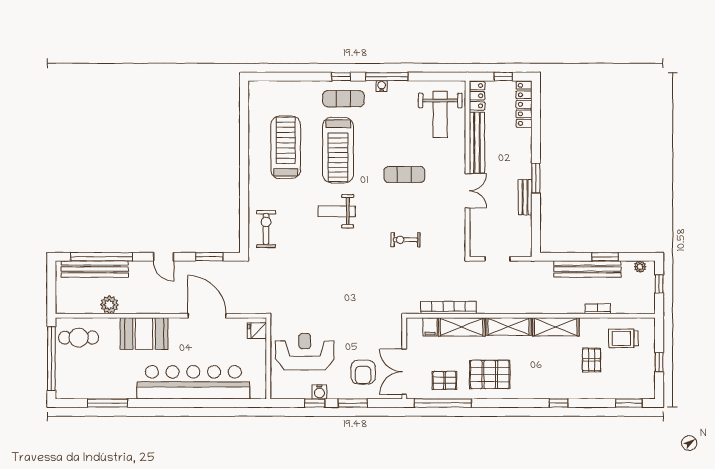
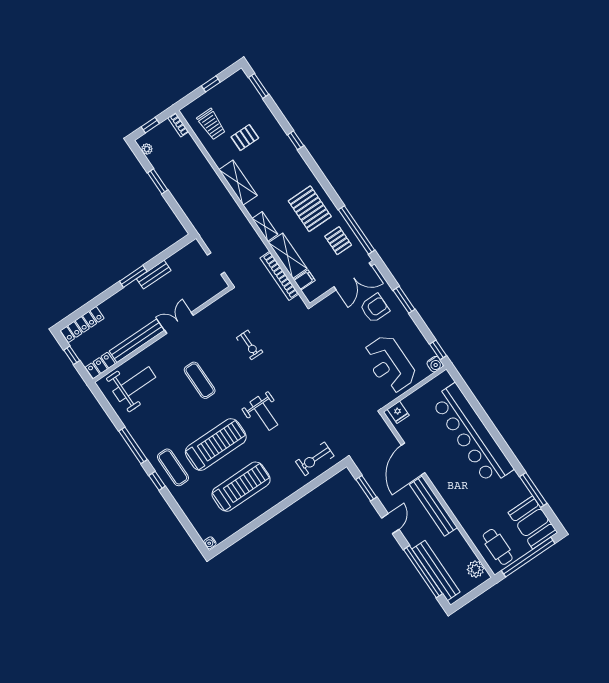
water cooler: (382, 86) -> (210, 543), moved
treadmill: (286, 147) -> (241, 487), turned 180
bench: (587, 269) -> (434, 506), moved
plant: (109, 305) -> (476, 569), moved
bookcase: (598, 309) -> (178, 125), moved
shelving: (508, 327) -> (265, 226), width x0.67, depth x0.75
booth: (144, 334) -> (533, 522), moved
water cooler: (319, 392) -> (435, 364), moved, turned 90
window: (315, 403) -> (438, 350), moved

